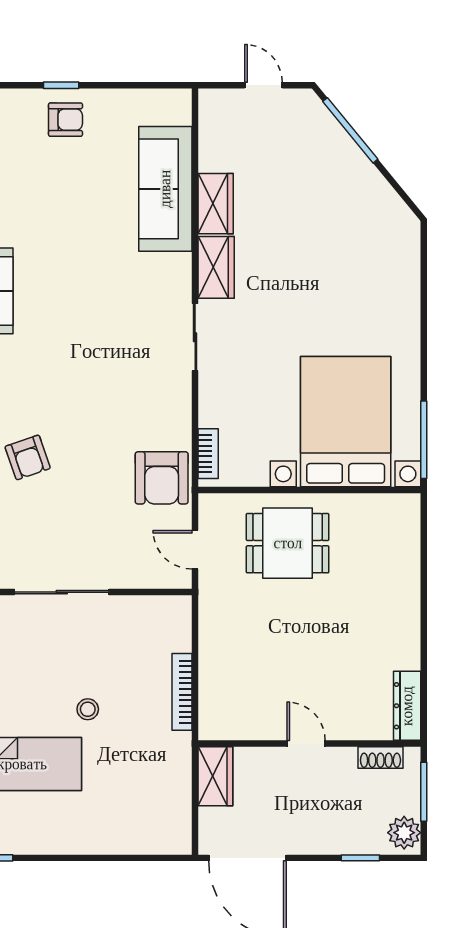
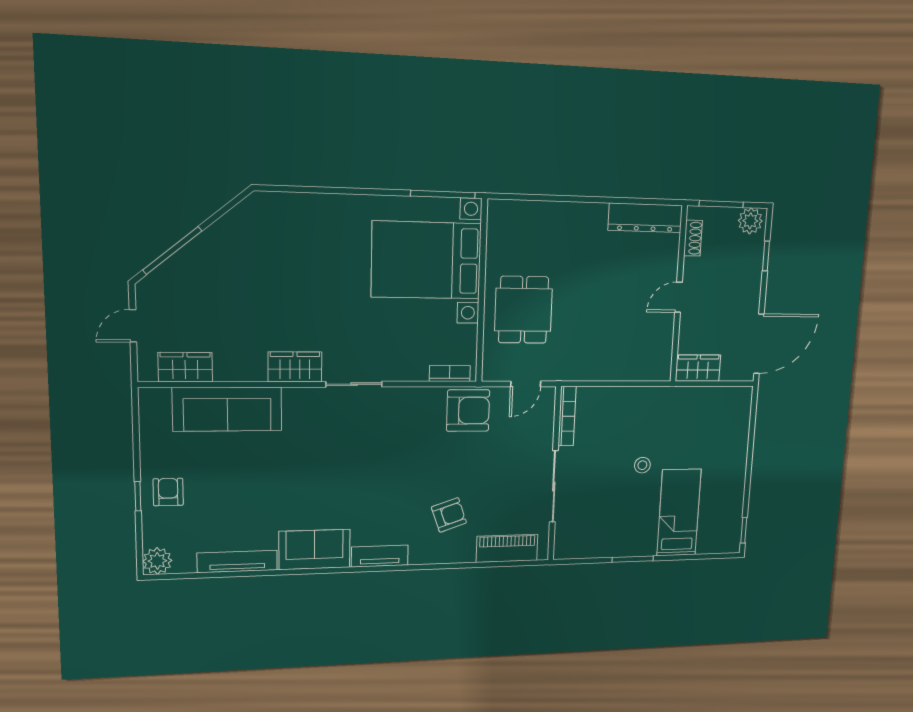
wardrobe: (216, 204) -> (185, 367), moved
bookcase: (182, 692) -> (567, 416), moved, turned -90
dresser: (407, 706) -> (645, 218), width x1.37, depth x1.24

